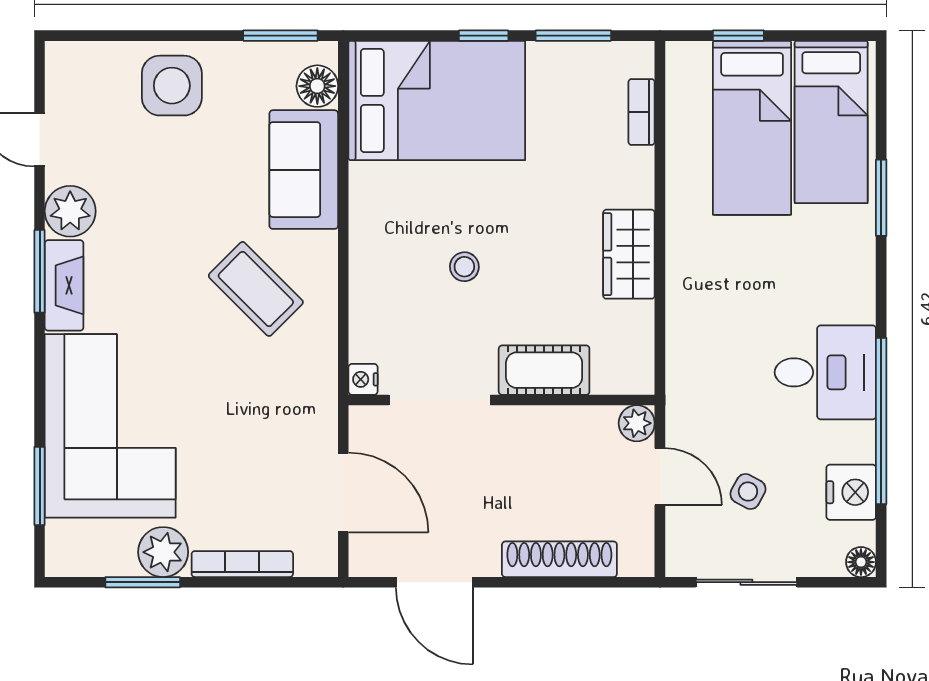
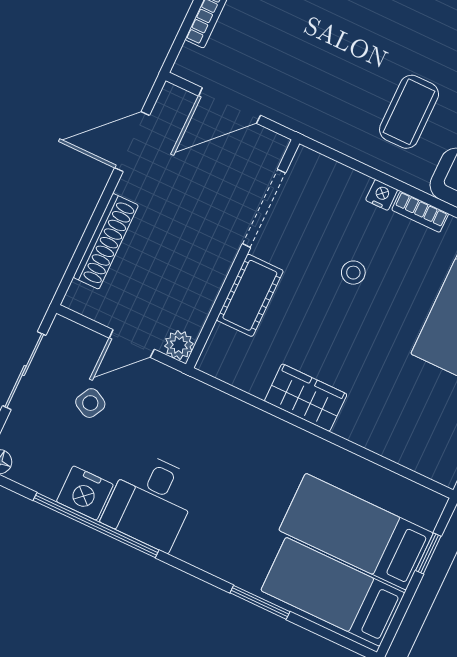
bookcase: (642, 112) -> (420, 212), moved, turned 180
coffee table: (256, 289) -> (409, 112), turned -45
nightstand: (363, 379) -> (382, 195), moved
nightstand: (851, 492) -> (85, 493), moved

